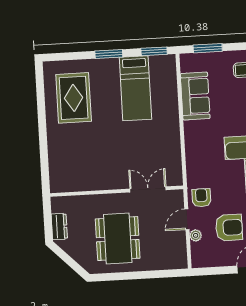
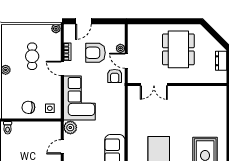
door: (187, 219) -> (126, 61), swing flipped

